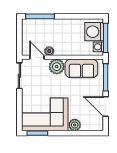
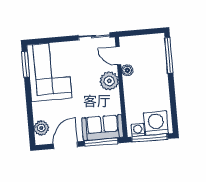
door: (37, 57) -> (118, 56), swing flipped
sofa: (81, 68) -> (103, 128), moved, turned 90
plant: (75, 125) -> (41, 128), moved

